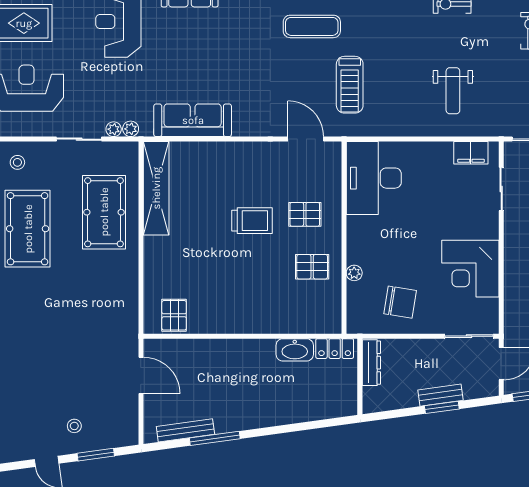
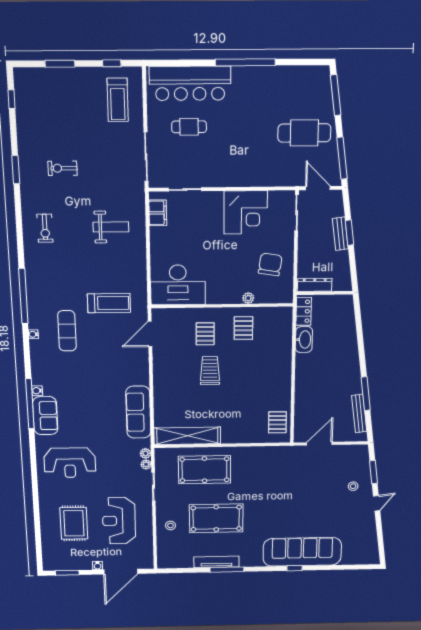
pallet: (174, 315) -> (277, 422), turned 90

